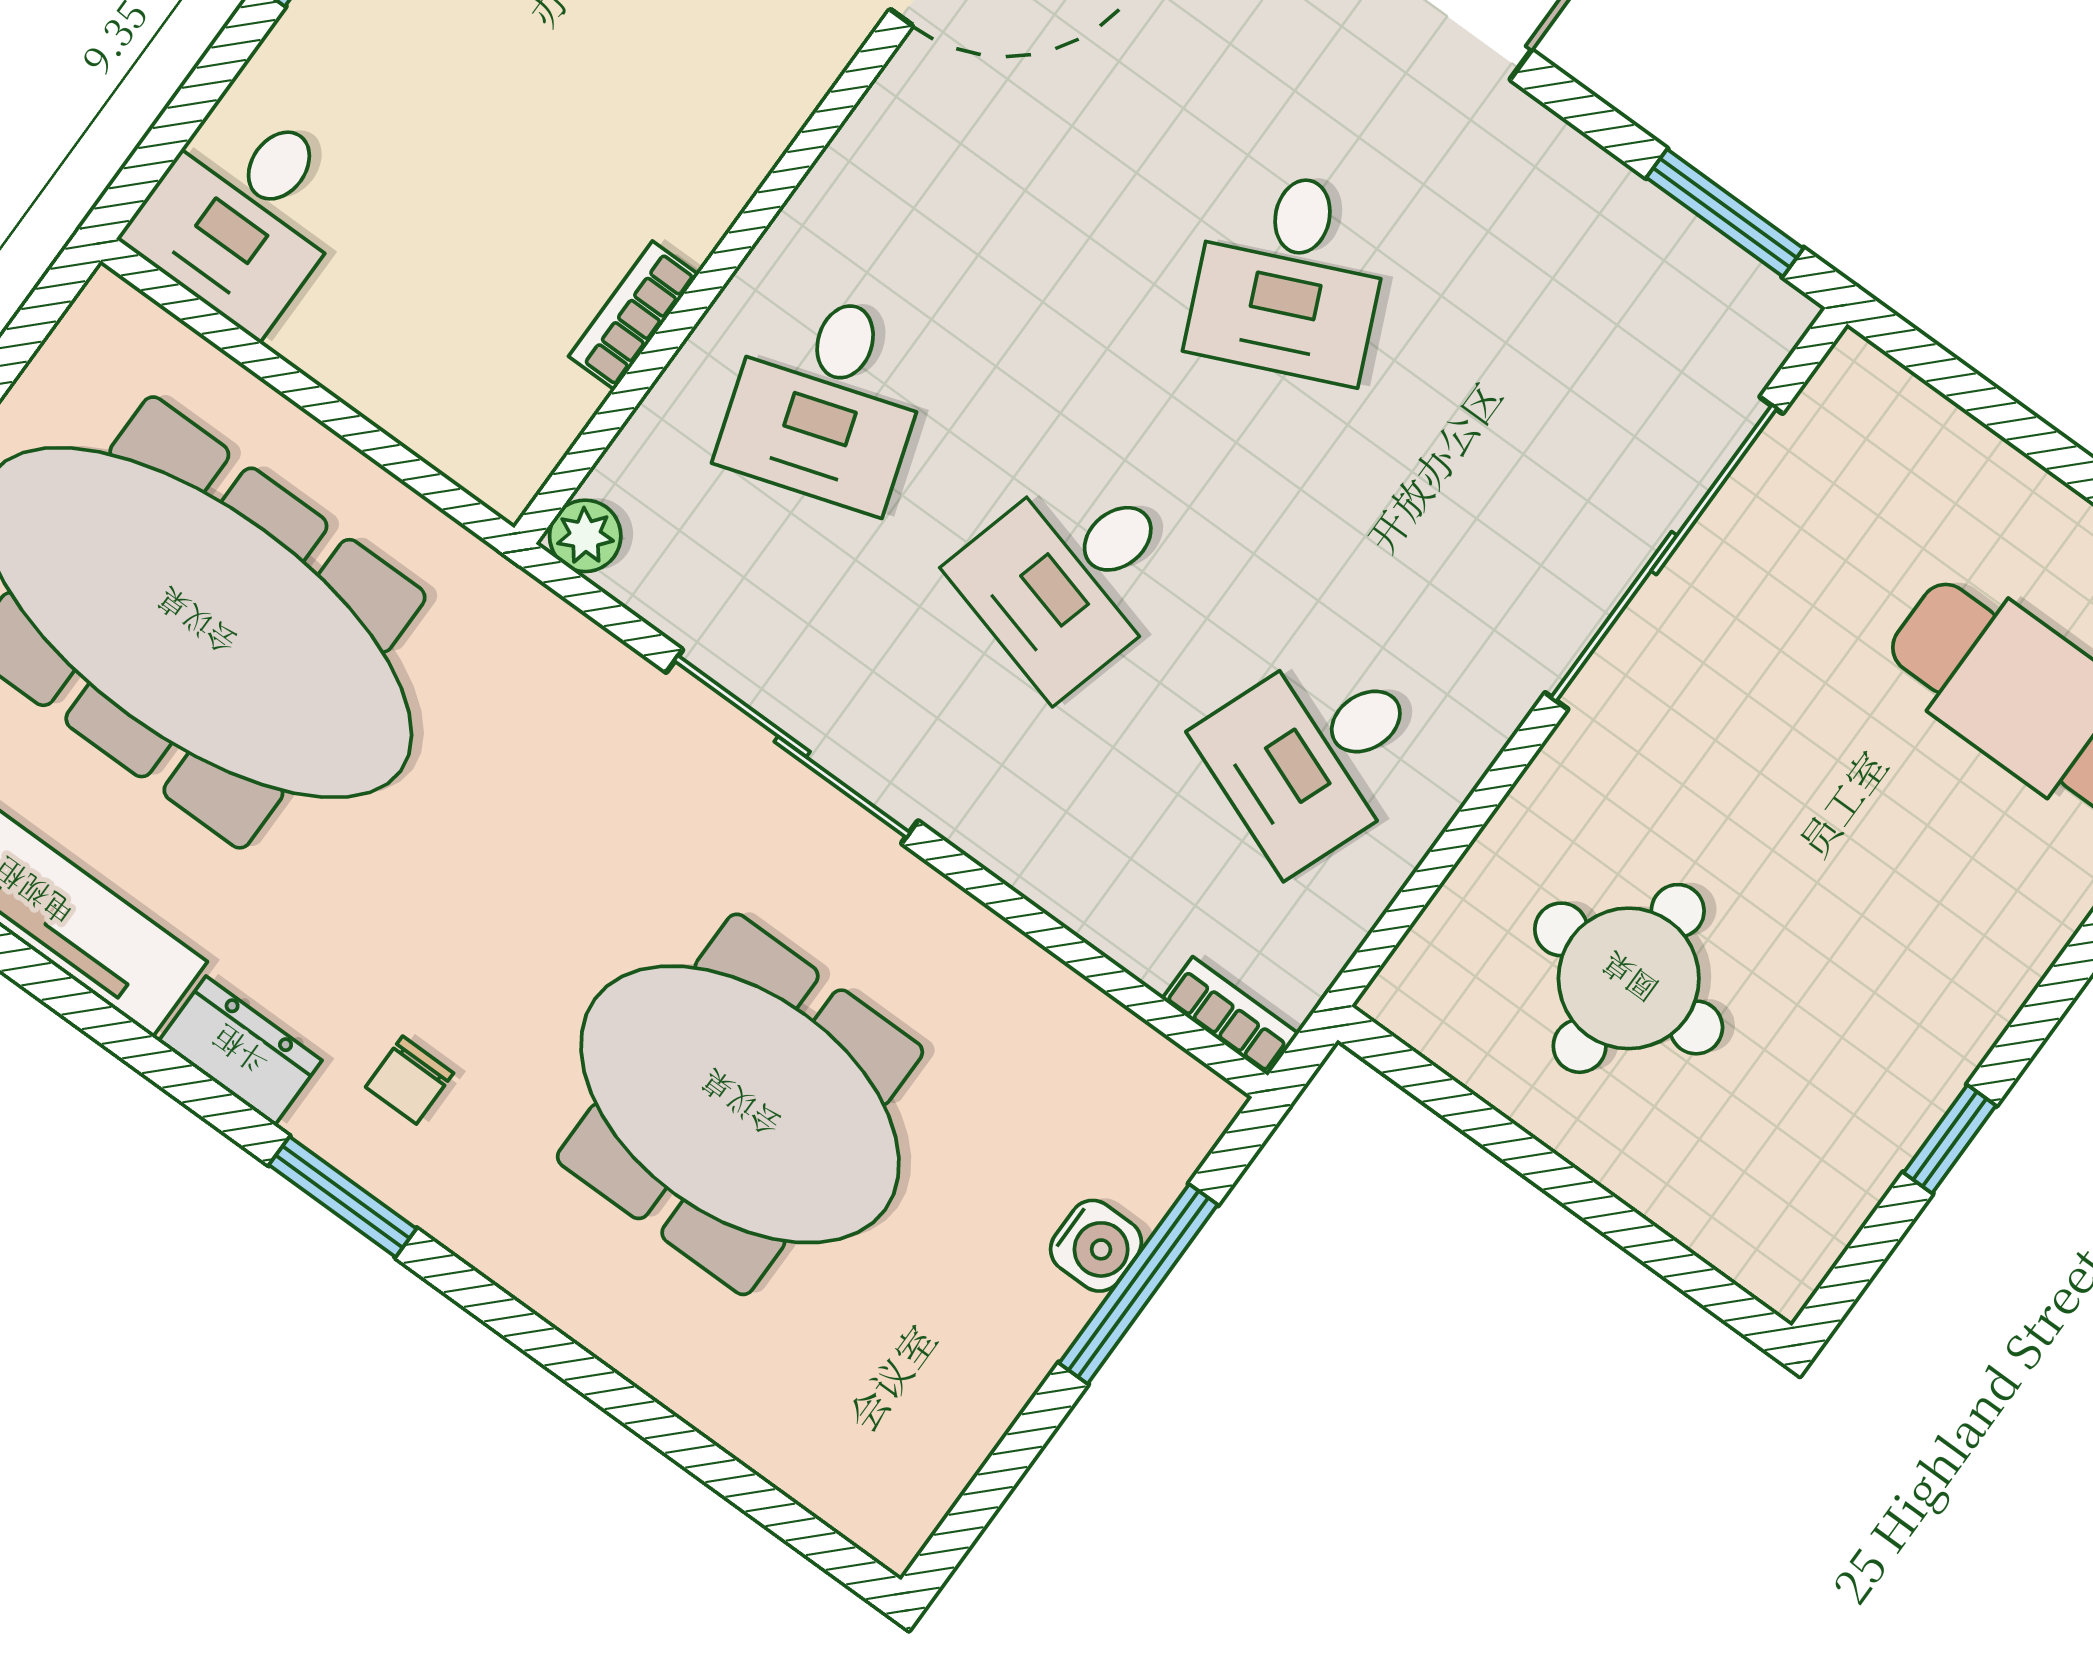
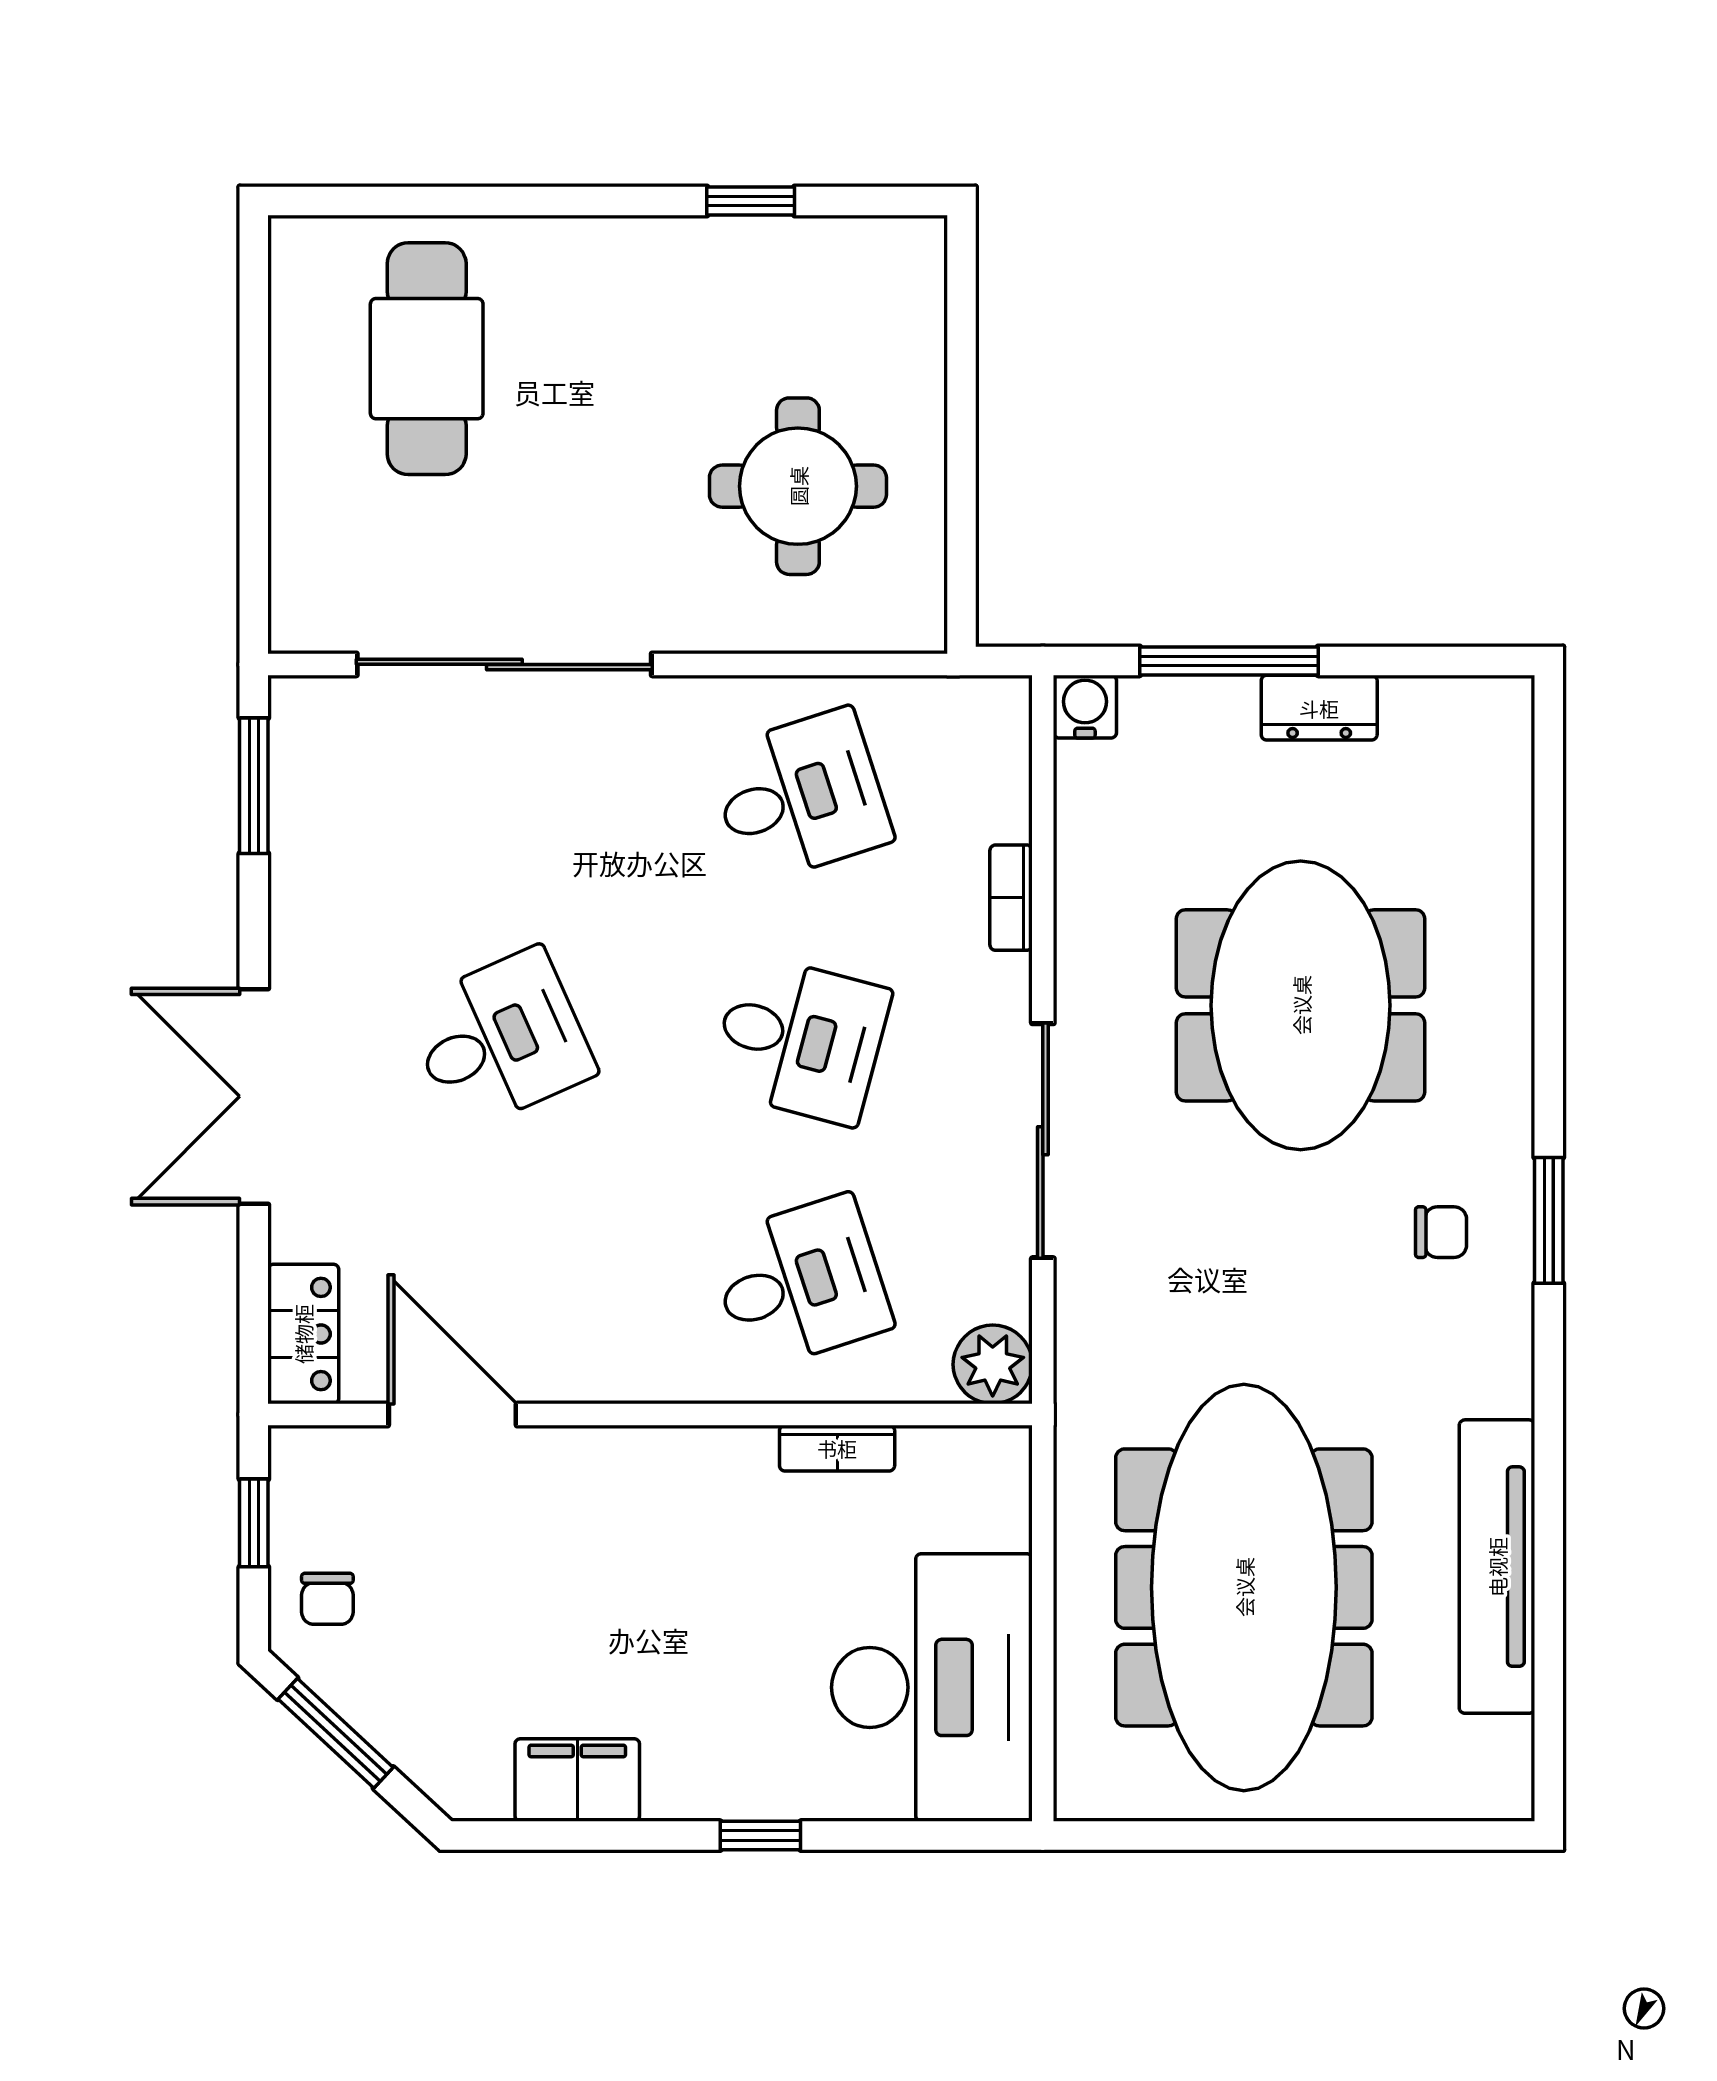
desk: (244, 214) -> (932, 1687), width x1.87, depth x1.30
plant: (585, 536) -> (993, 1364), width x1.38, depth x1.38
desk: (1316, 754) -> (800, 796), turned -39
bookcase: (1230, 1016) -> (1011, 898), moved
dresser: (240, 1051) -> (1319, 708), moved, turned -90
water cooler: (1096, 1246) -> (1085, 707), moved

